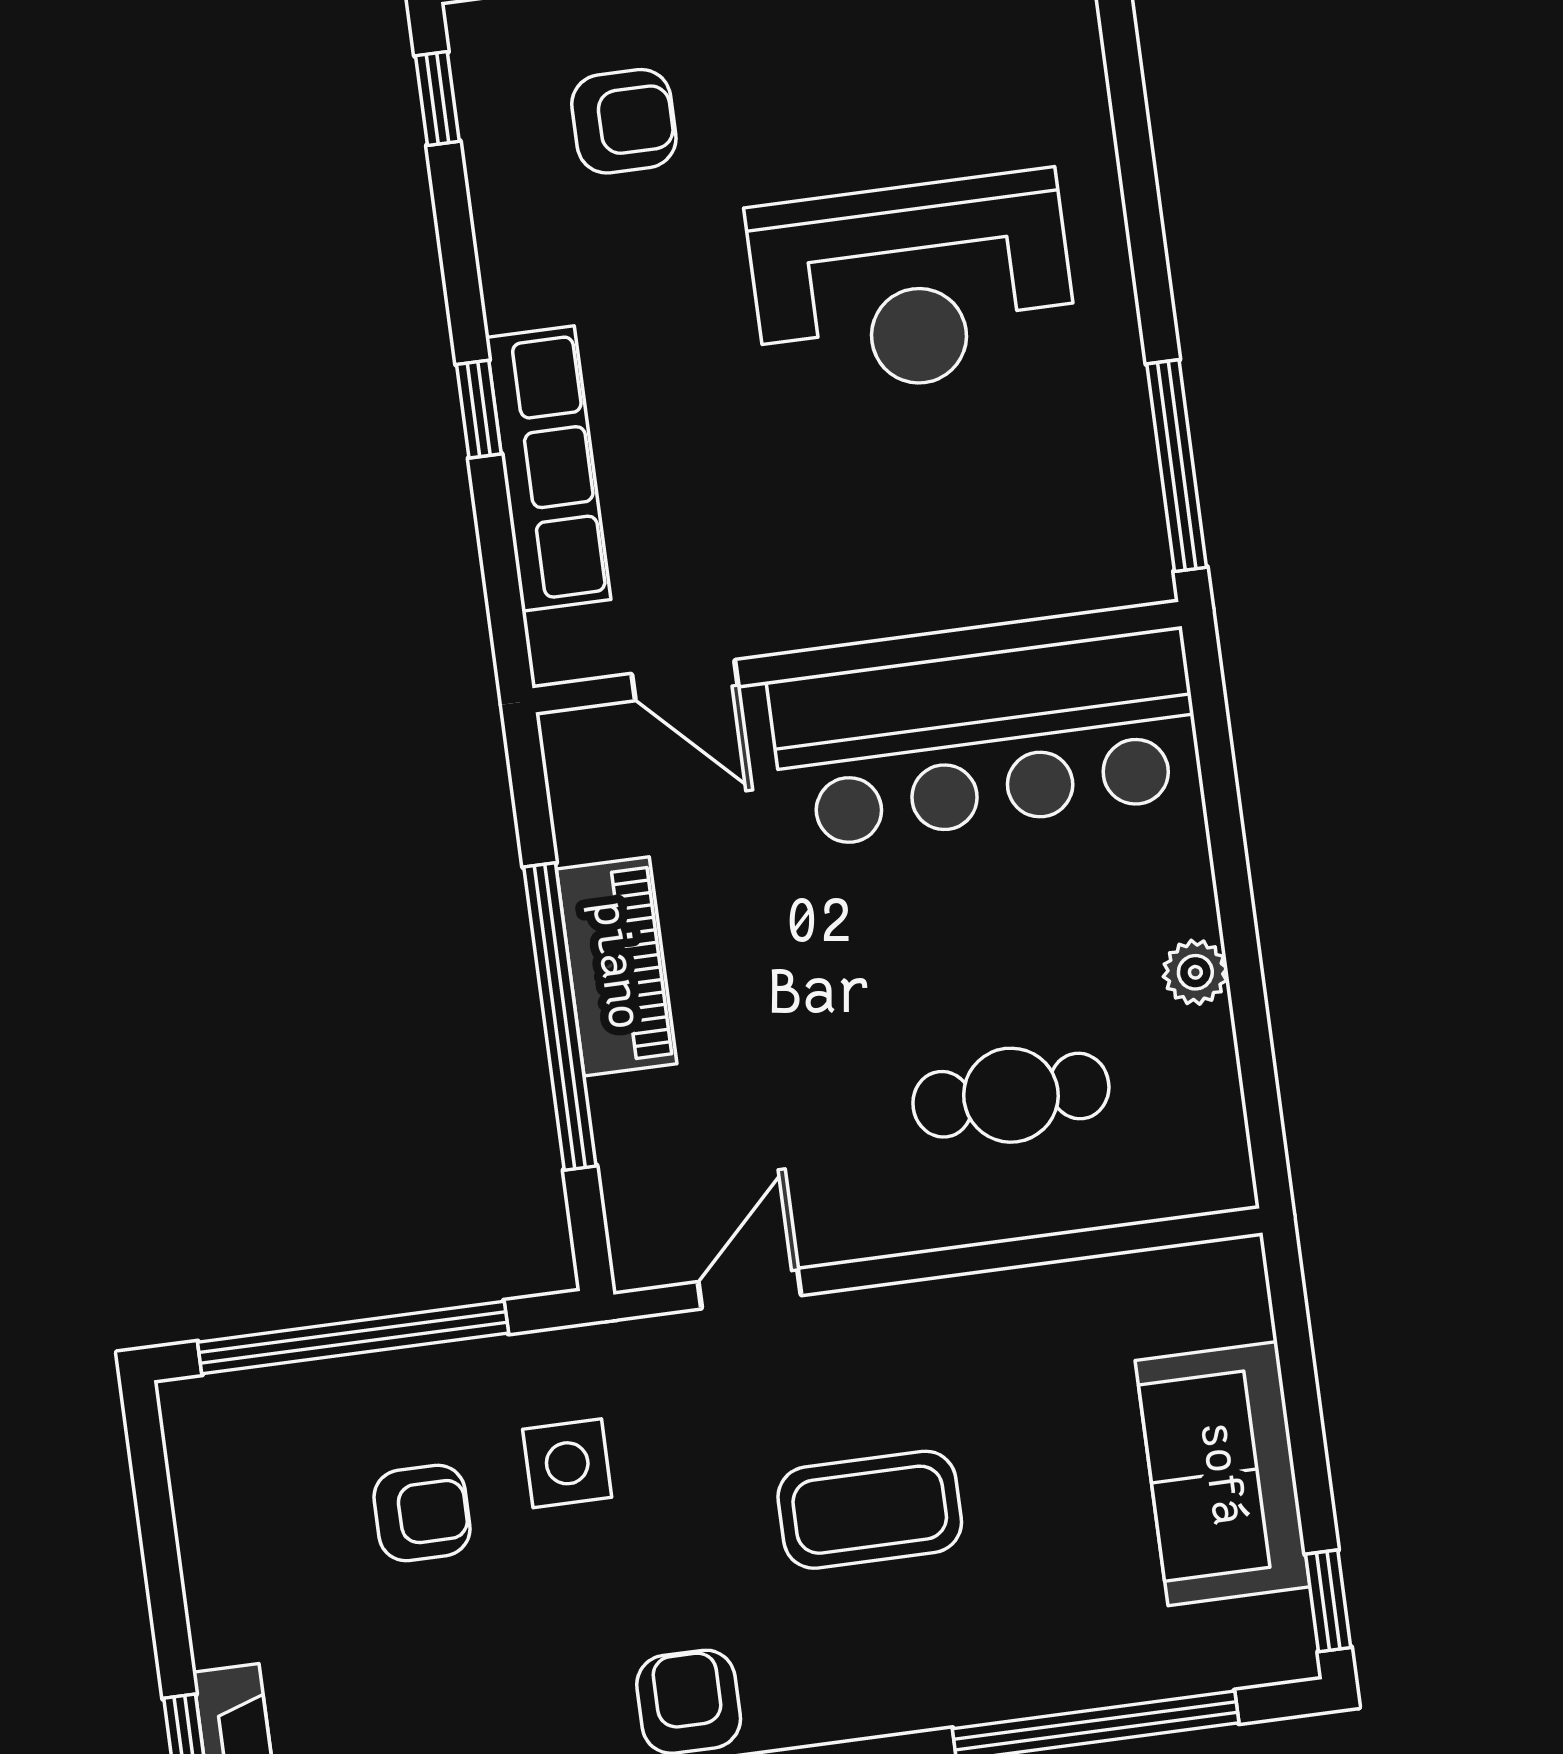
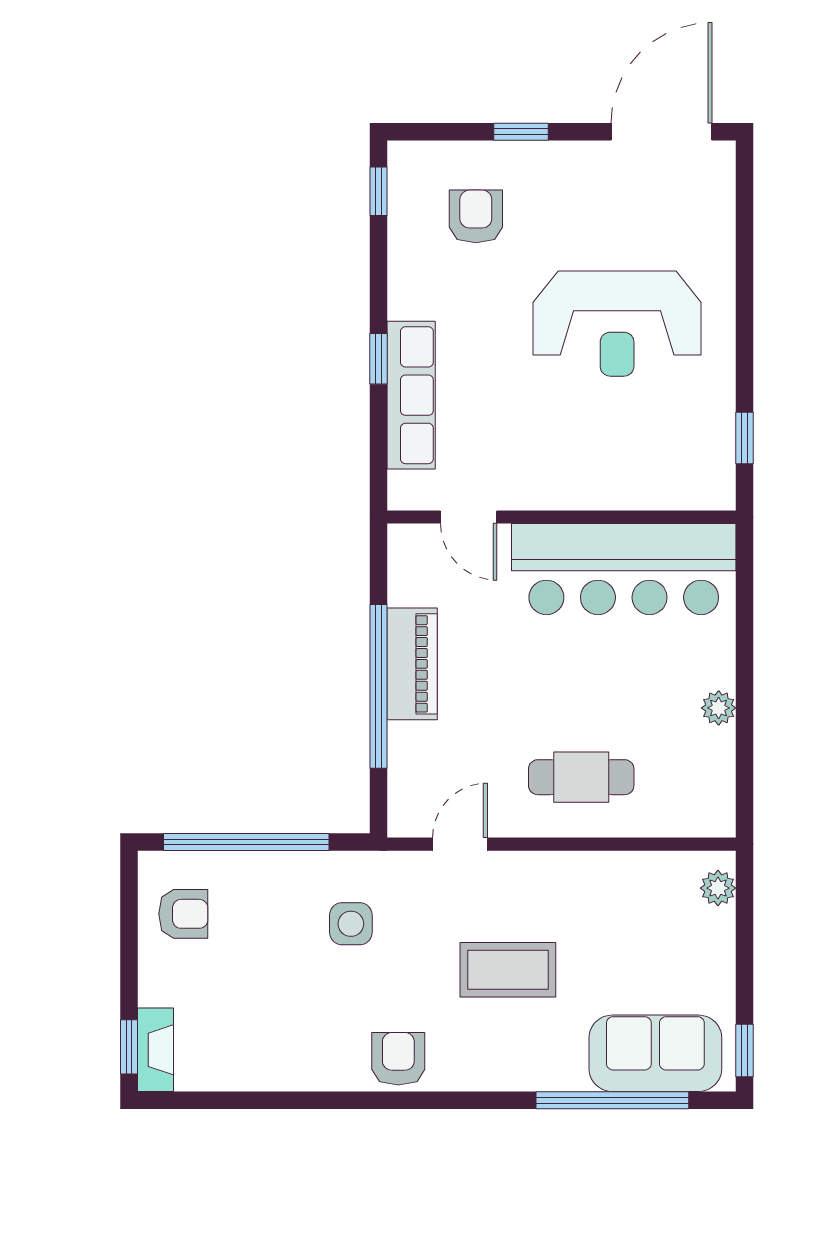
armchair: (624, 121) -> (476, 216), turned -90
window: (1177, 466) -> (744, 438), width x0.46
cafe table: (1011, 1095) -> (581, 777), moved
plant: (1239, 1306) -> (718, 888), added
sofa: (1223, 1474) -> (655, 1053), moved, turned 90
armchair: (422, 1513) -> (183, 914), moved

